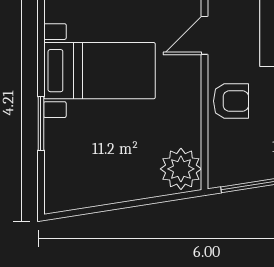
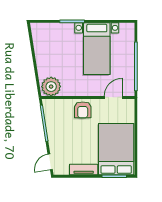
door: (204, 35) -> (113, 97), hinge flipped

